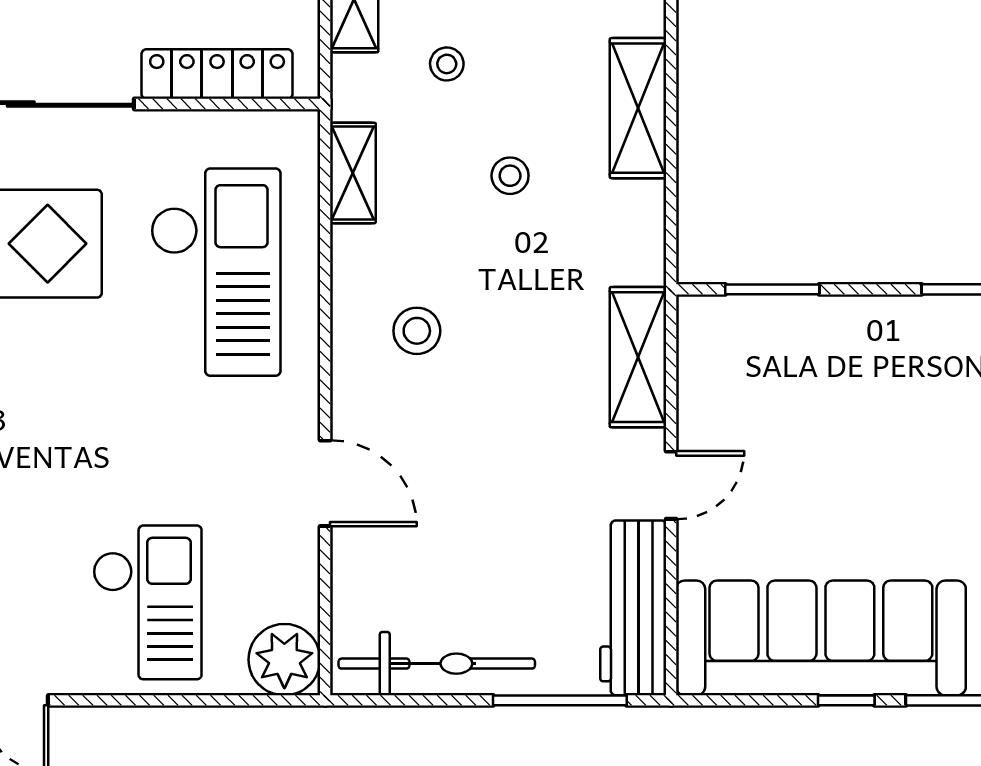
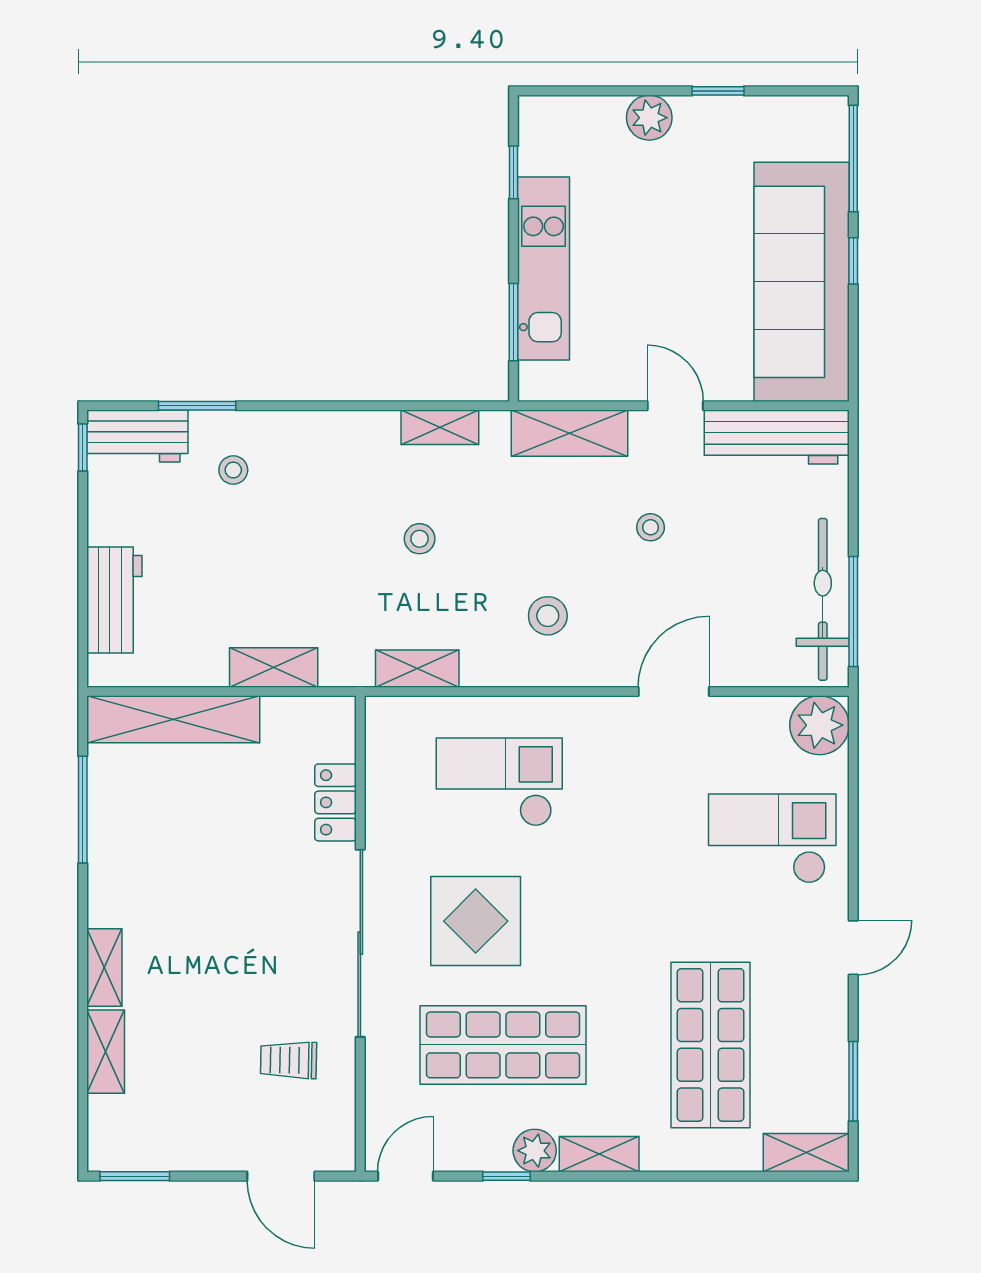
stool: (447, 64) -> (651, 527), moved
locker: (217, 74) -> (336, 802), width x0.66
shelving: (638, 108) -> (440, 427), moved, width x0.67, depth x0.75
checkout: (216, 272) -> (499, 782), width x0.73, depth x0.83
kitchen unit: (837, 326) -> (544, 268), added
window: (560, 700) -> (853, 611), moved

